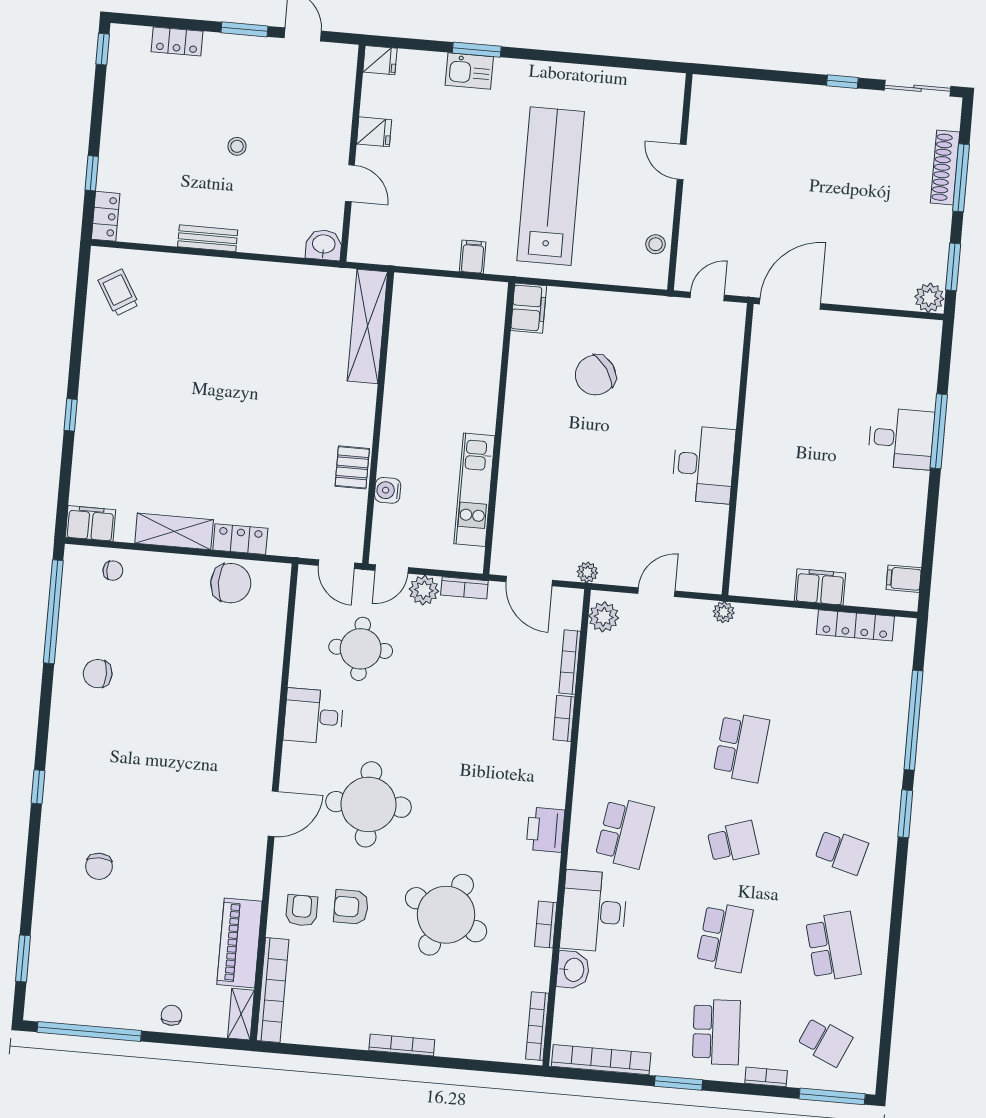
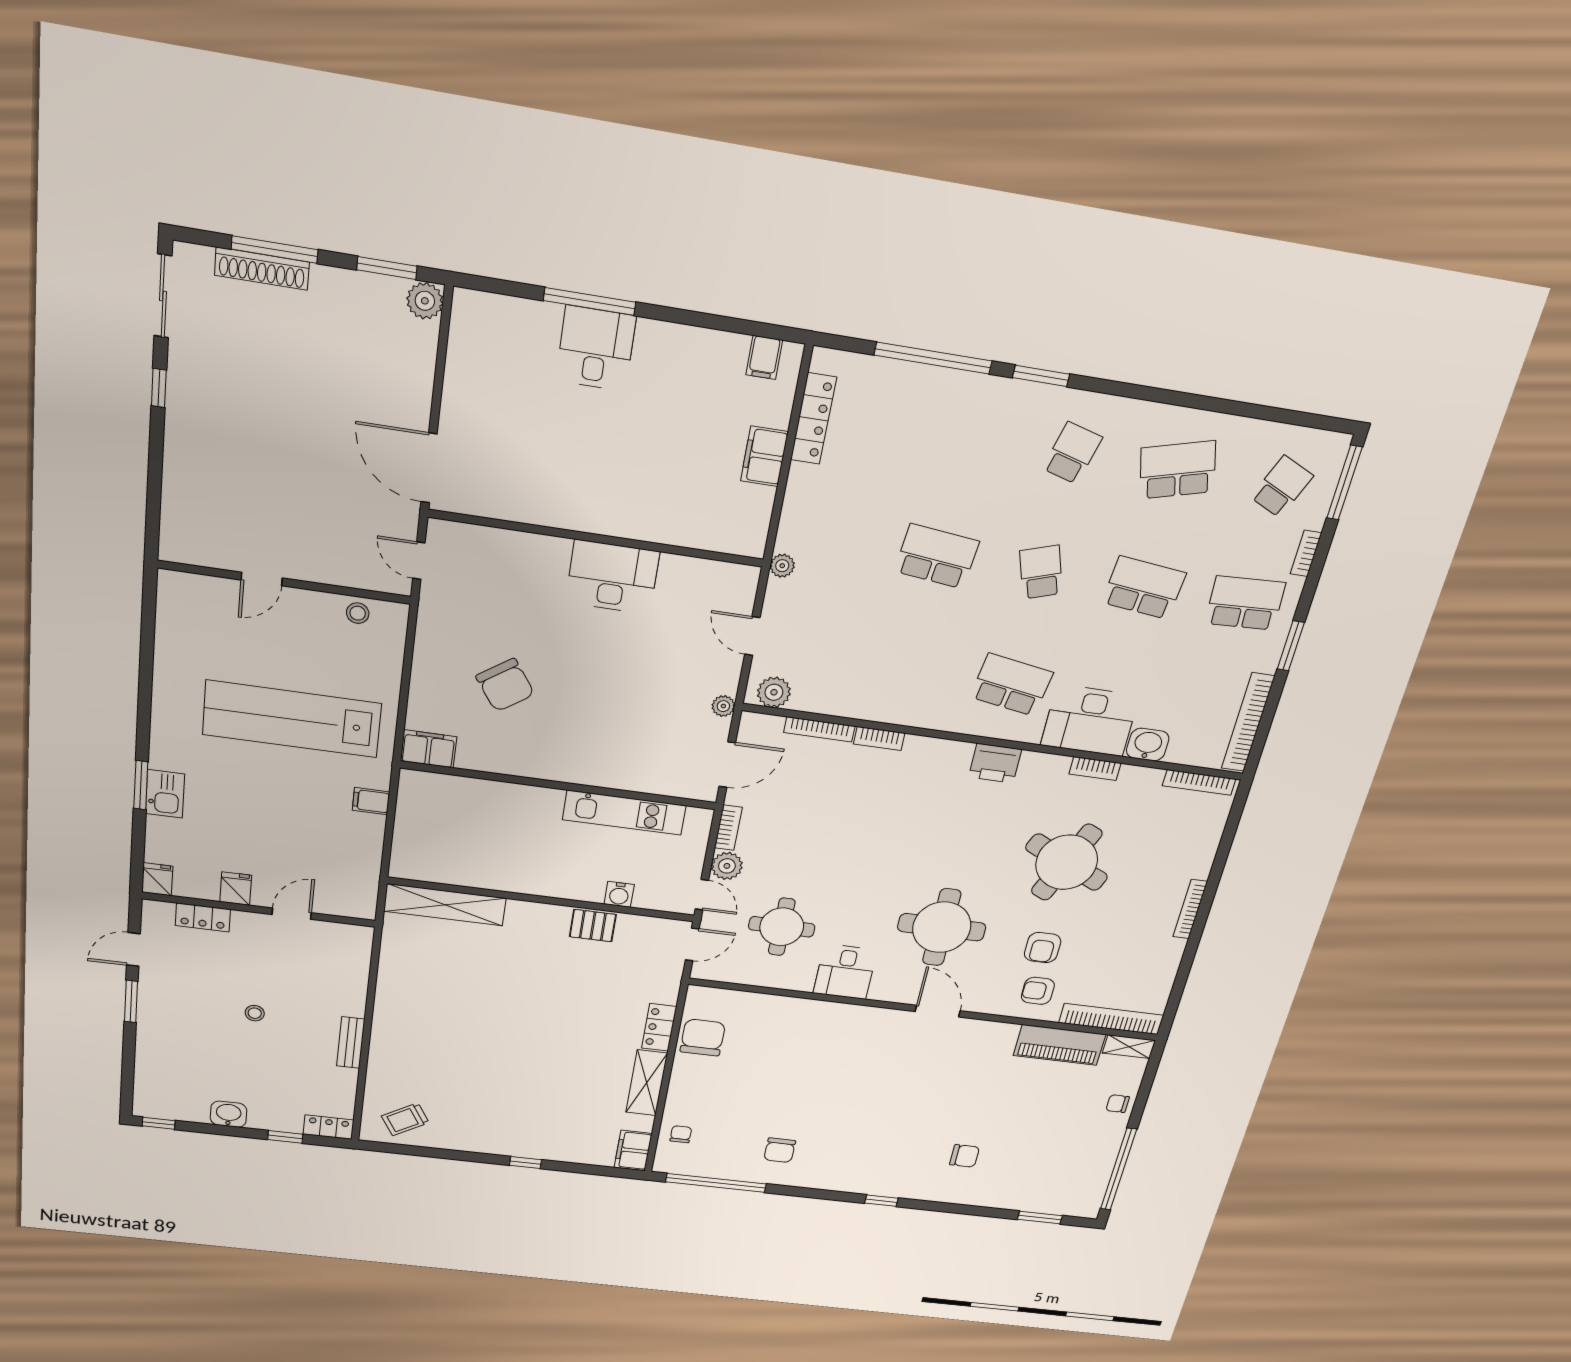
locker: (177, 41) -> (203, 917), moved, turned 90
washbasin: (324, 245) -> (229, 1114), moved, turned 90

